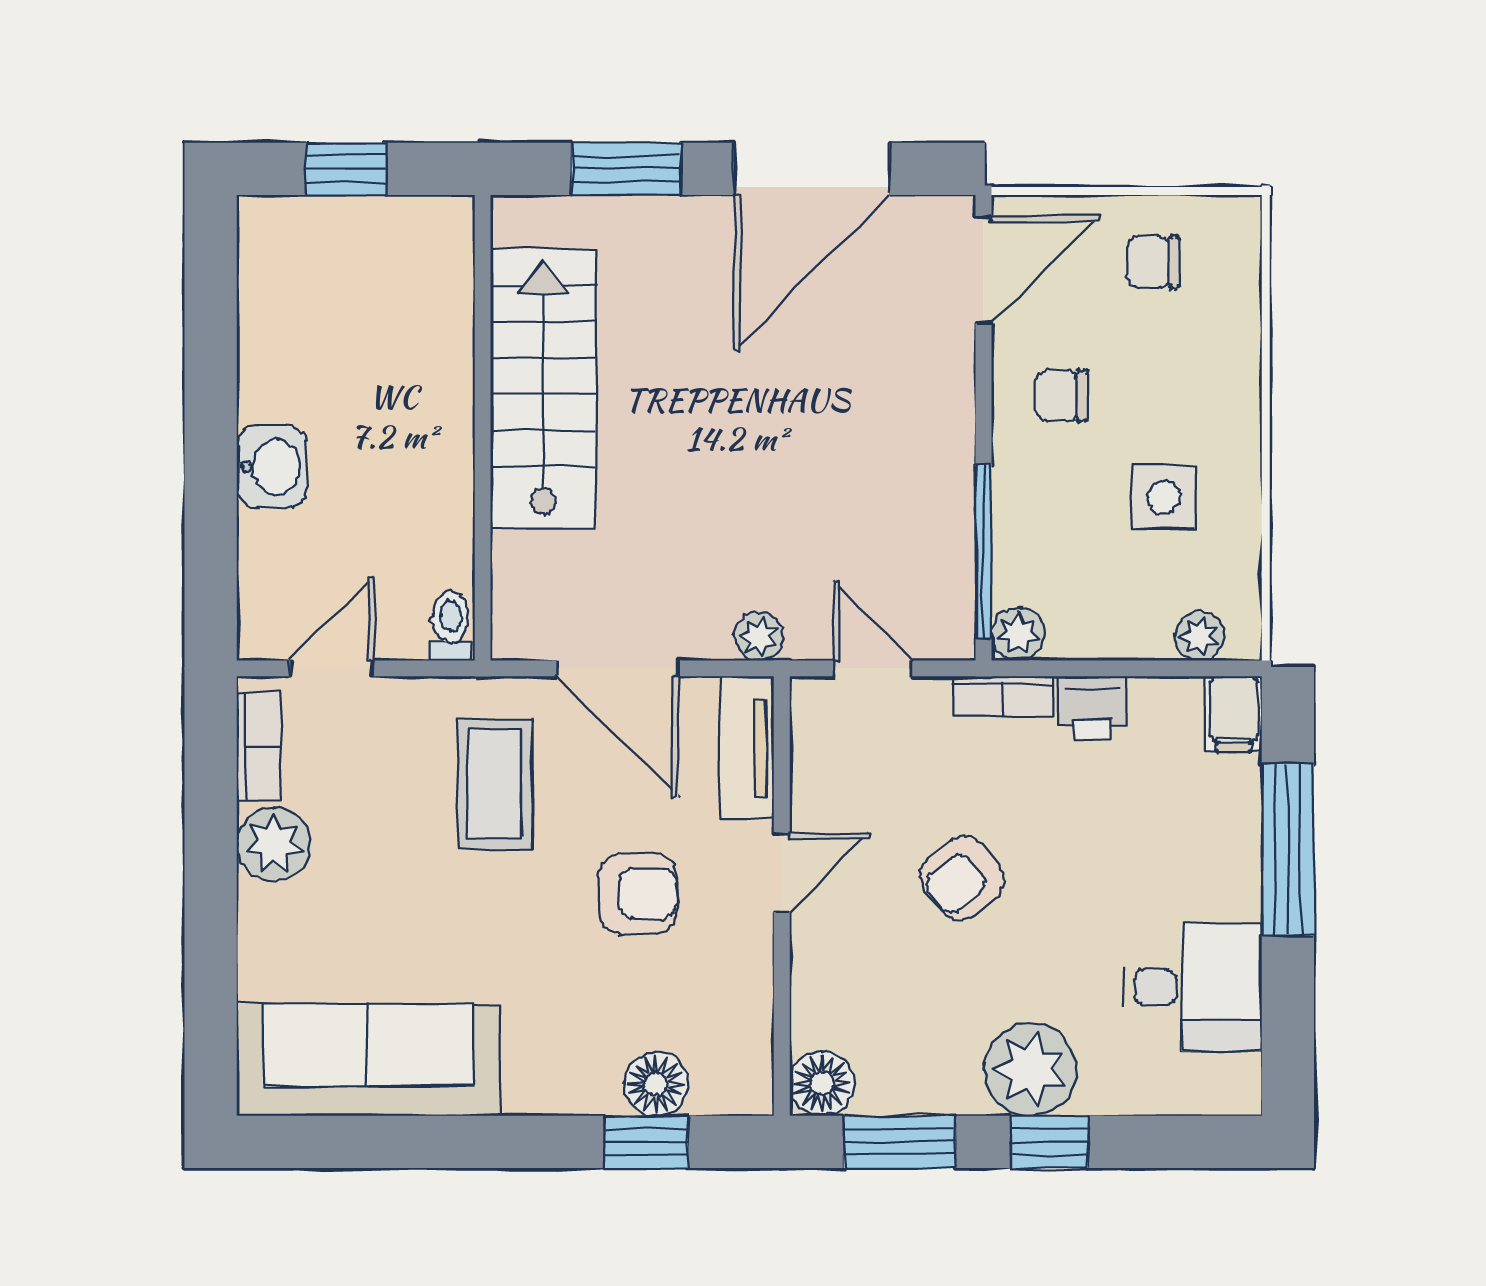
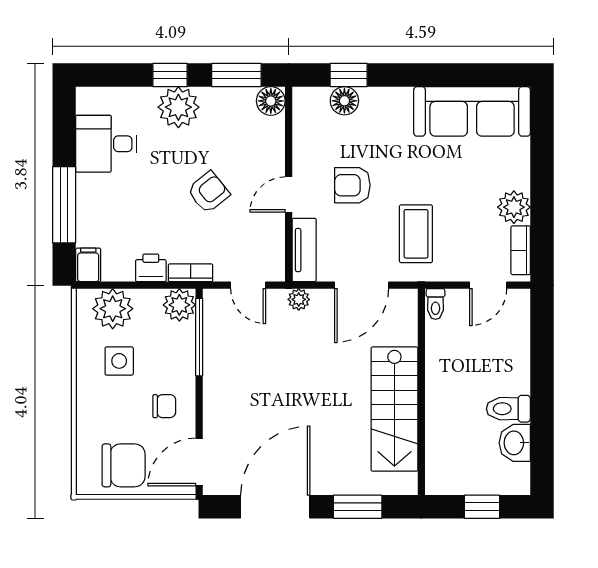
chair: (1154, 262) -> (124, 465), width x1.87, depth x1.87
toilet: (286, 390) -> (508, 409), added
washbasin: (272, 467) -> (515, 443), moved
plant: (1018, 634) -> (179, 305), width x1.38, depth x1.38
plant: (1199, 636) -> (113, 309), width x1.88, depth x1.88
door: (617, 668) -> (362, 285), swing flipped

